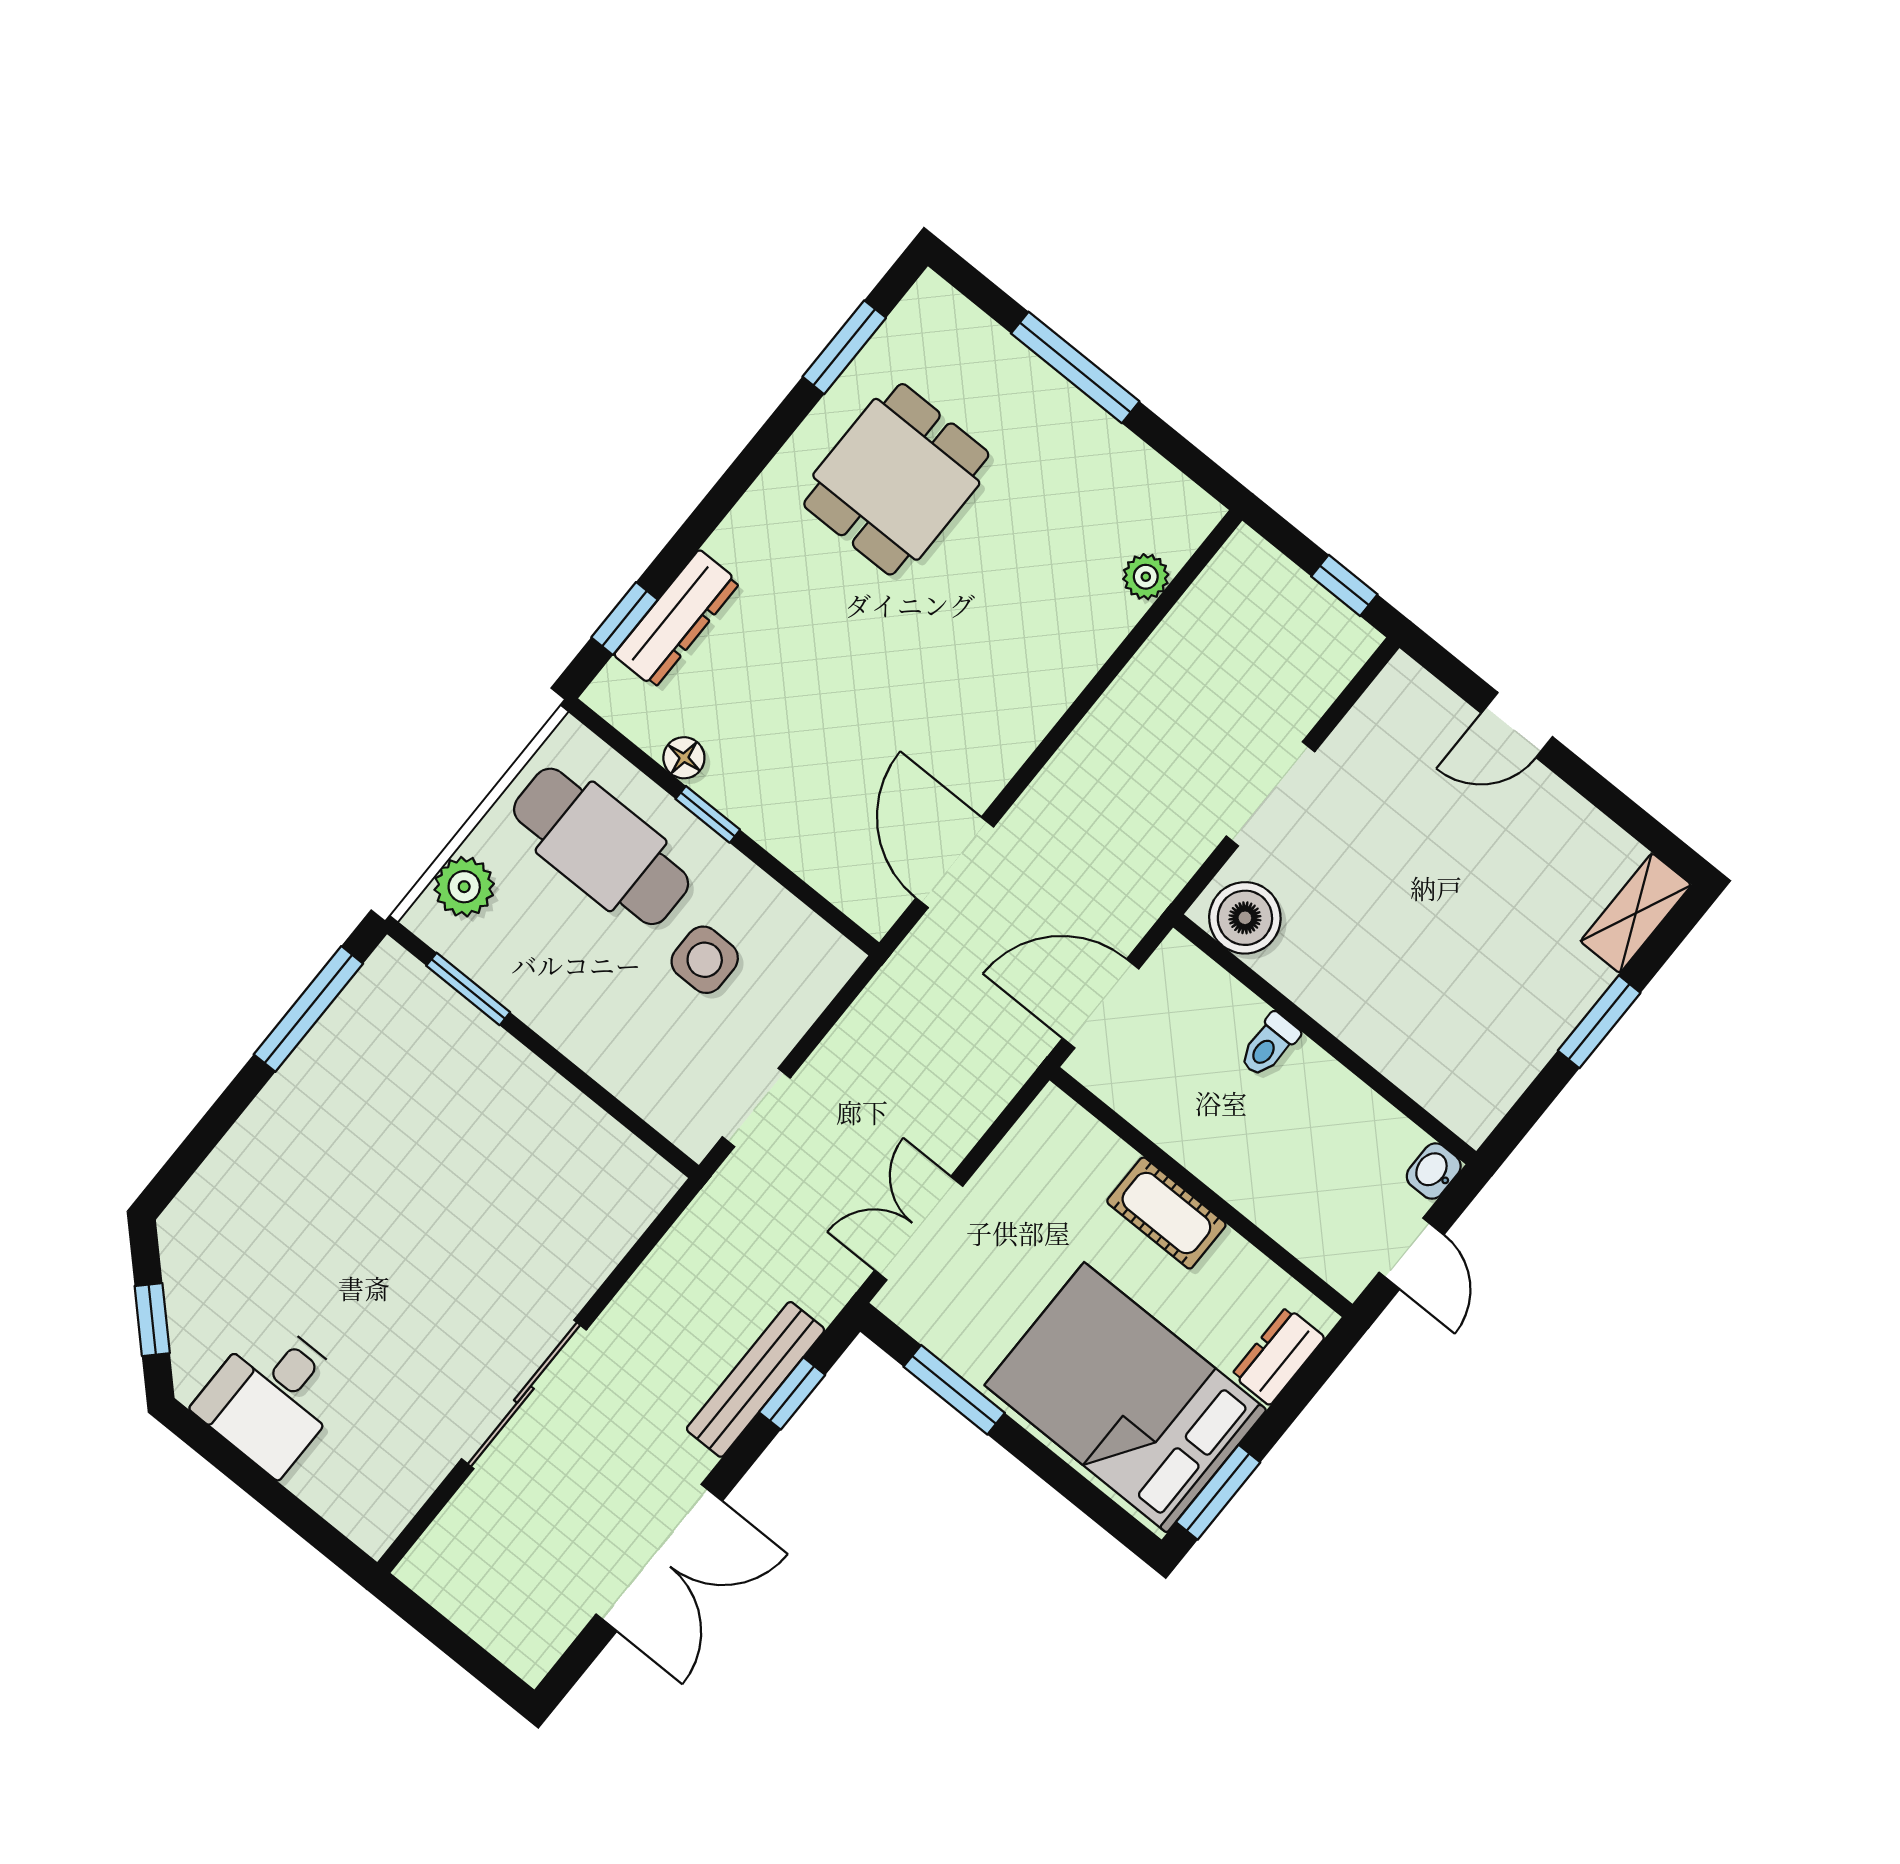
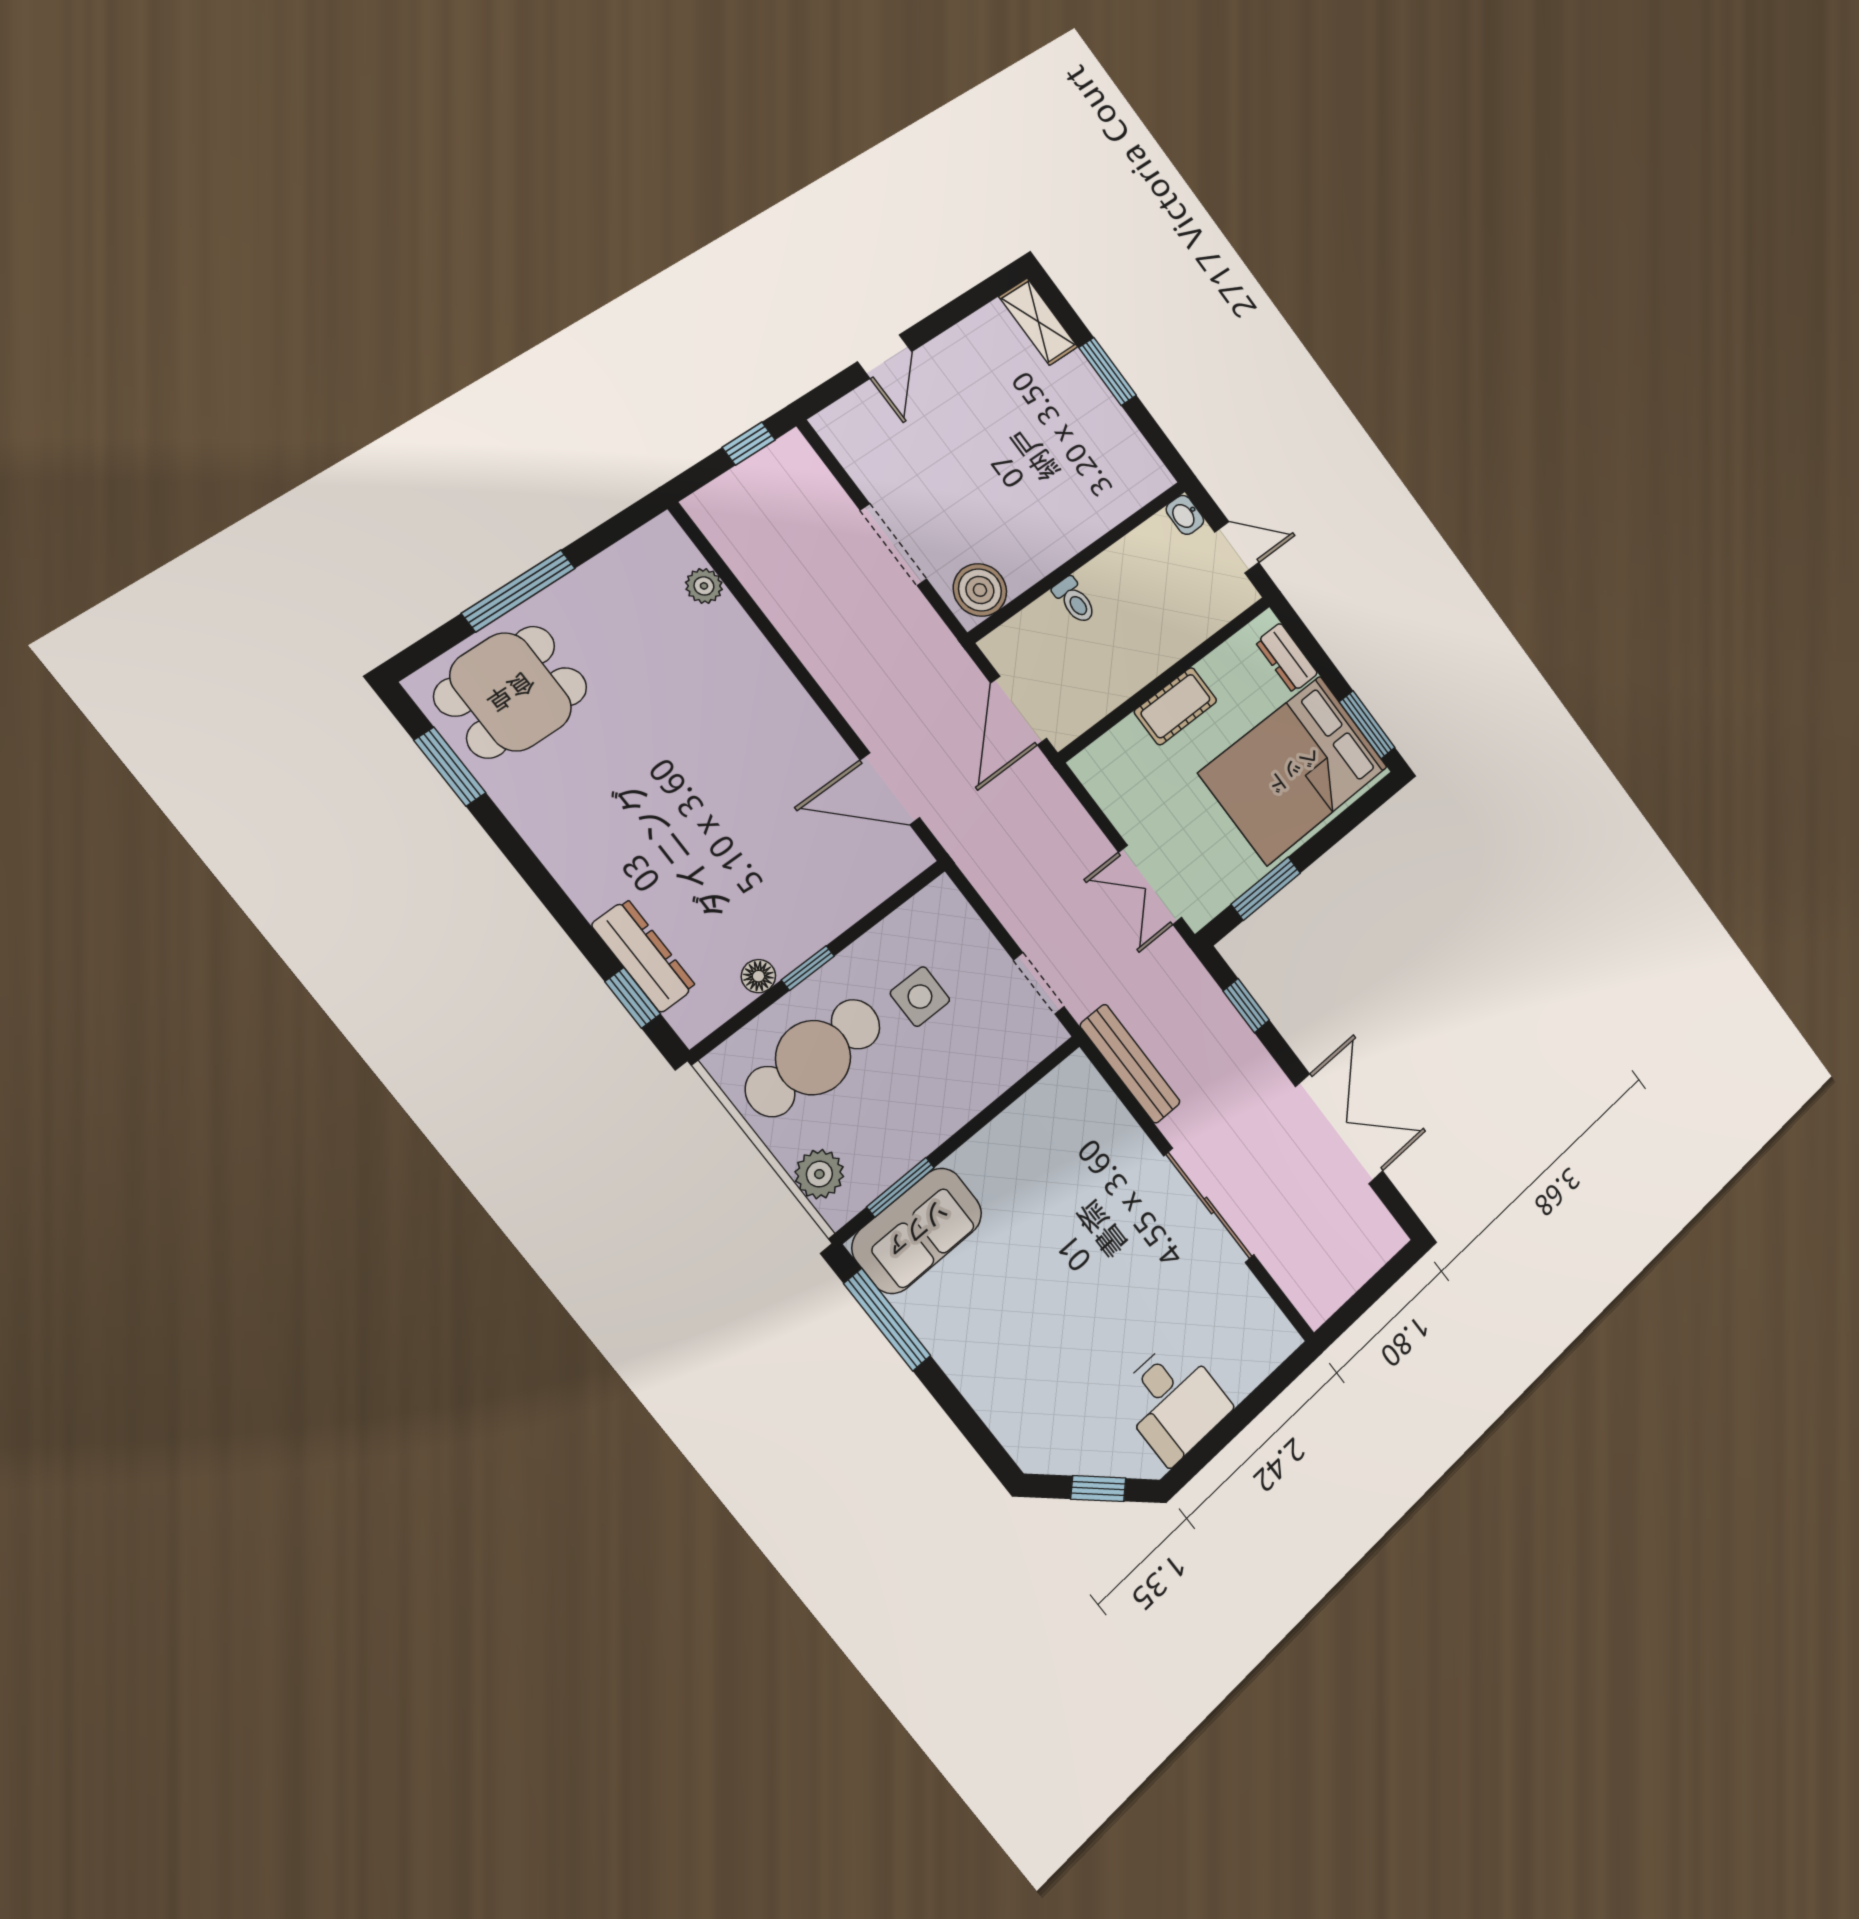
dining table: (896, 479) -> (511, 692), moved, turned 90
sofa: (420, 1021) -> (917, 1230), added
bench: (756, 1379) -> (1130, 1064), moved

